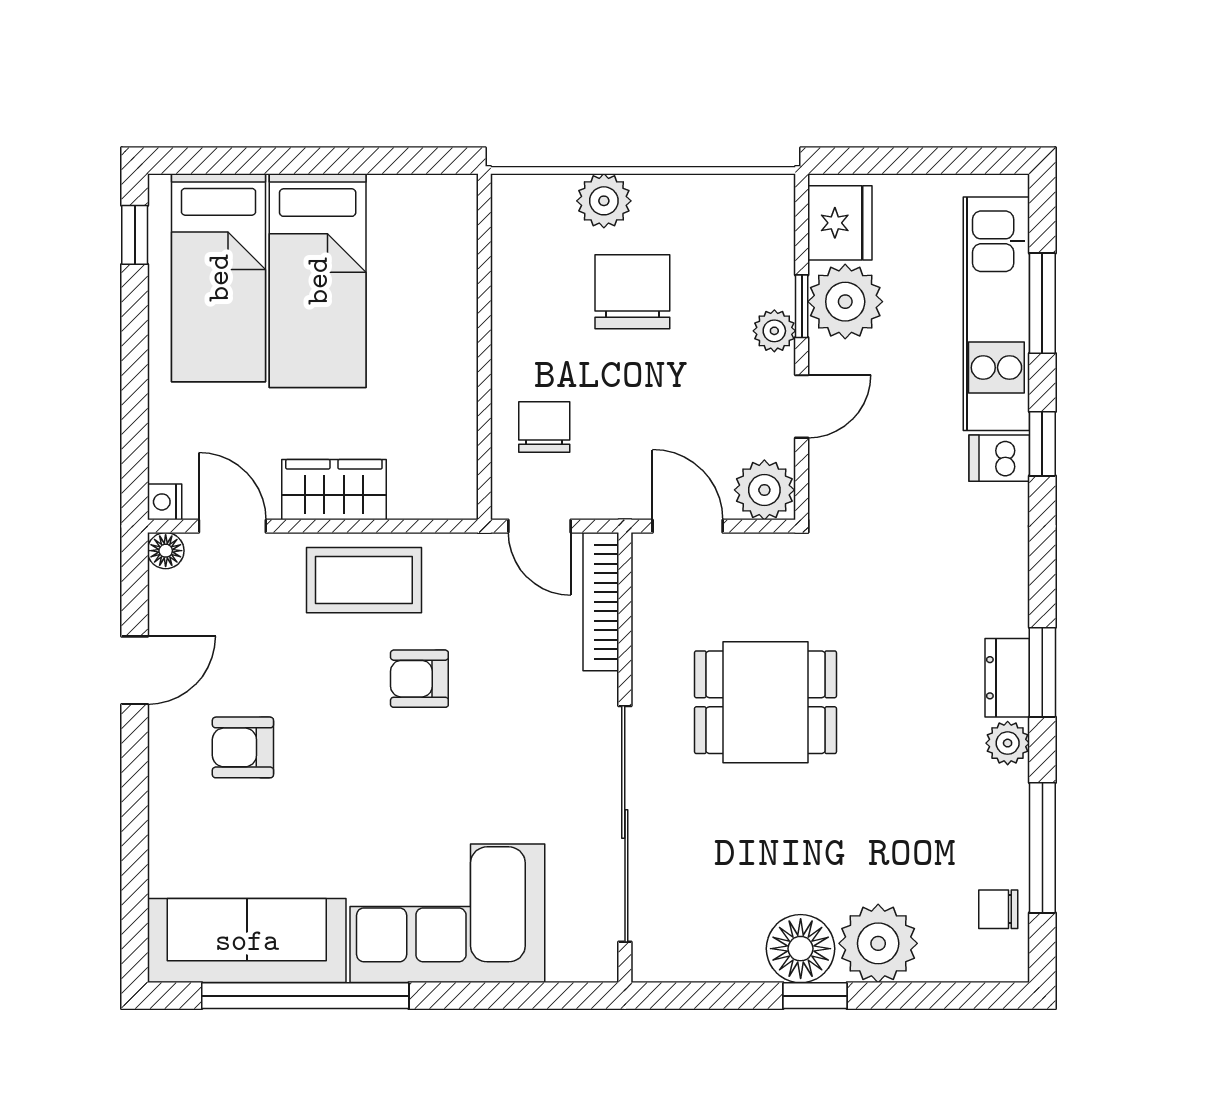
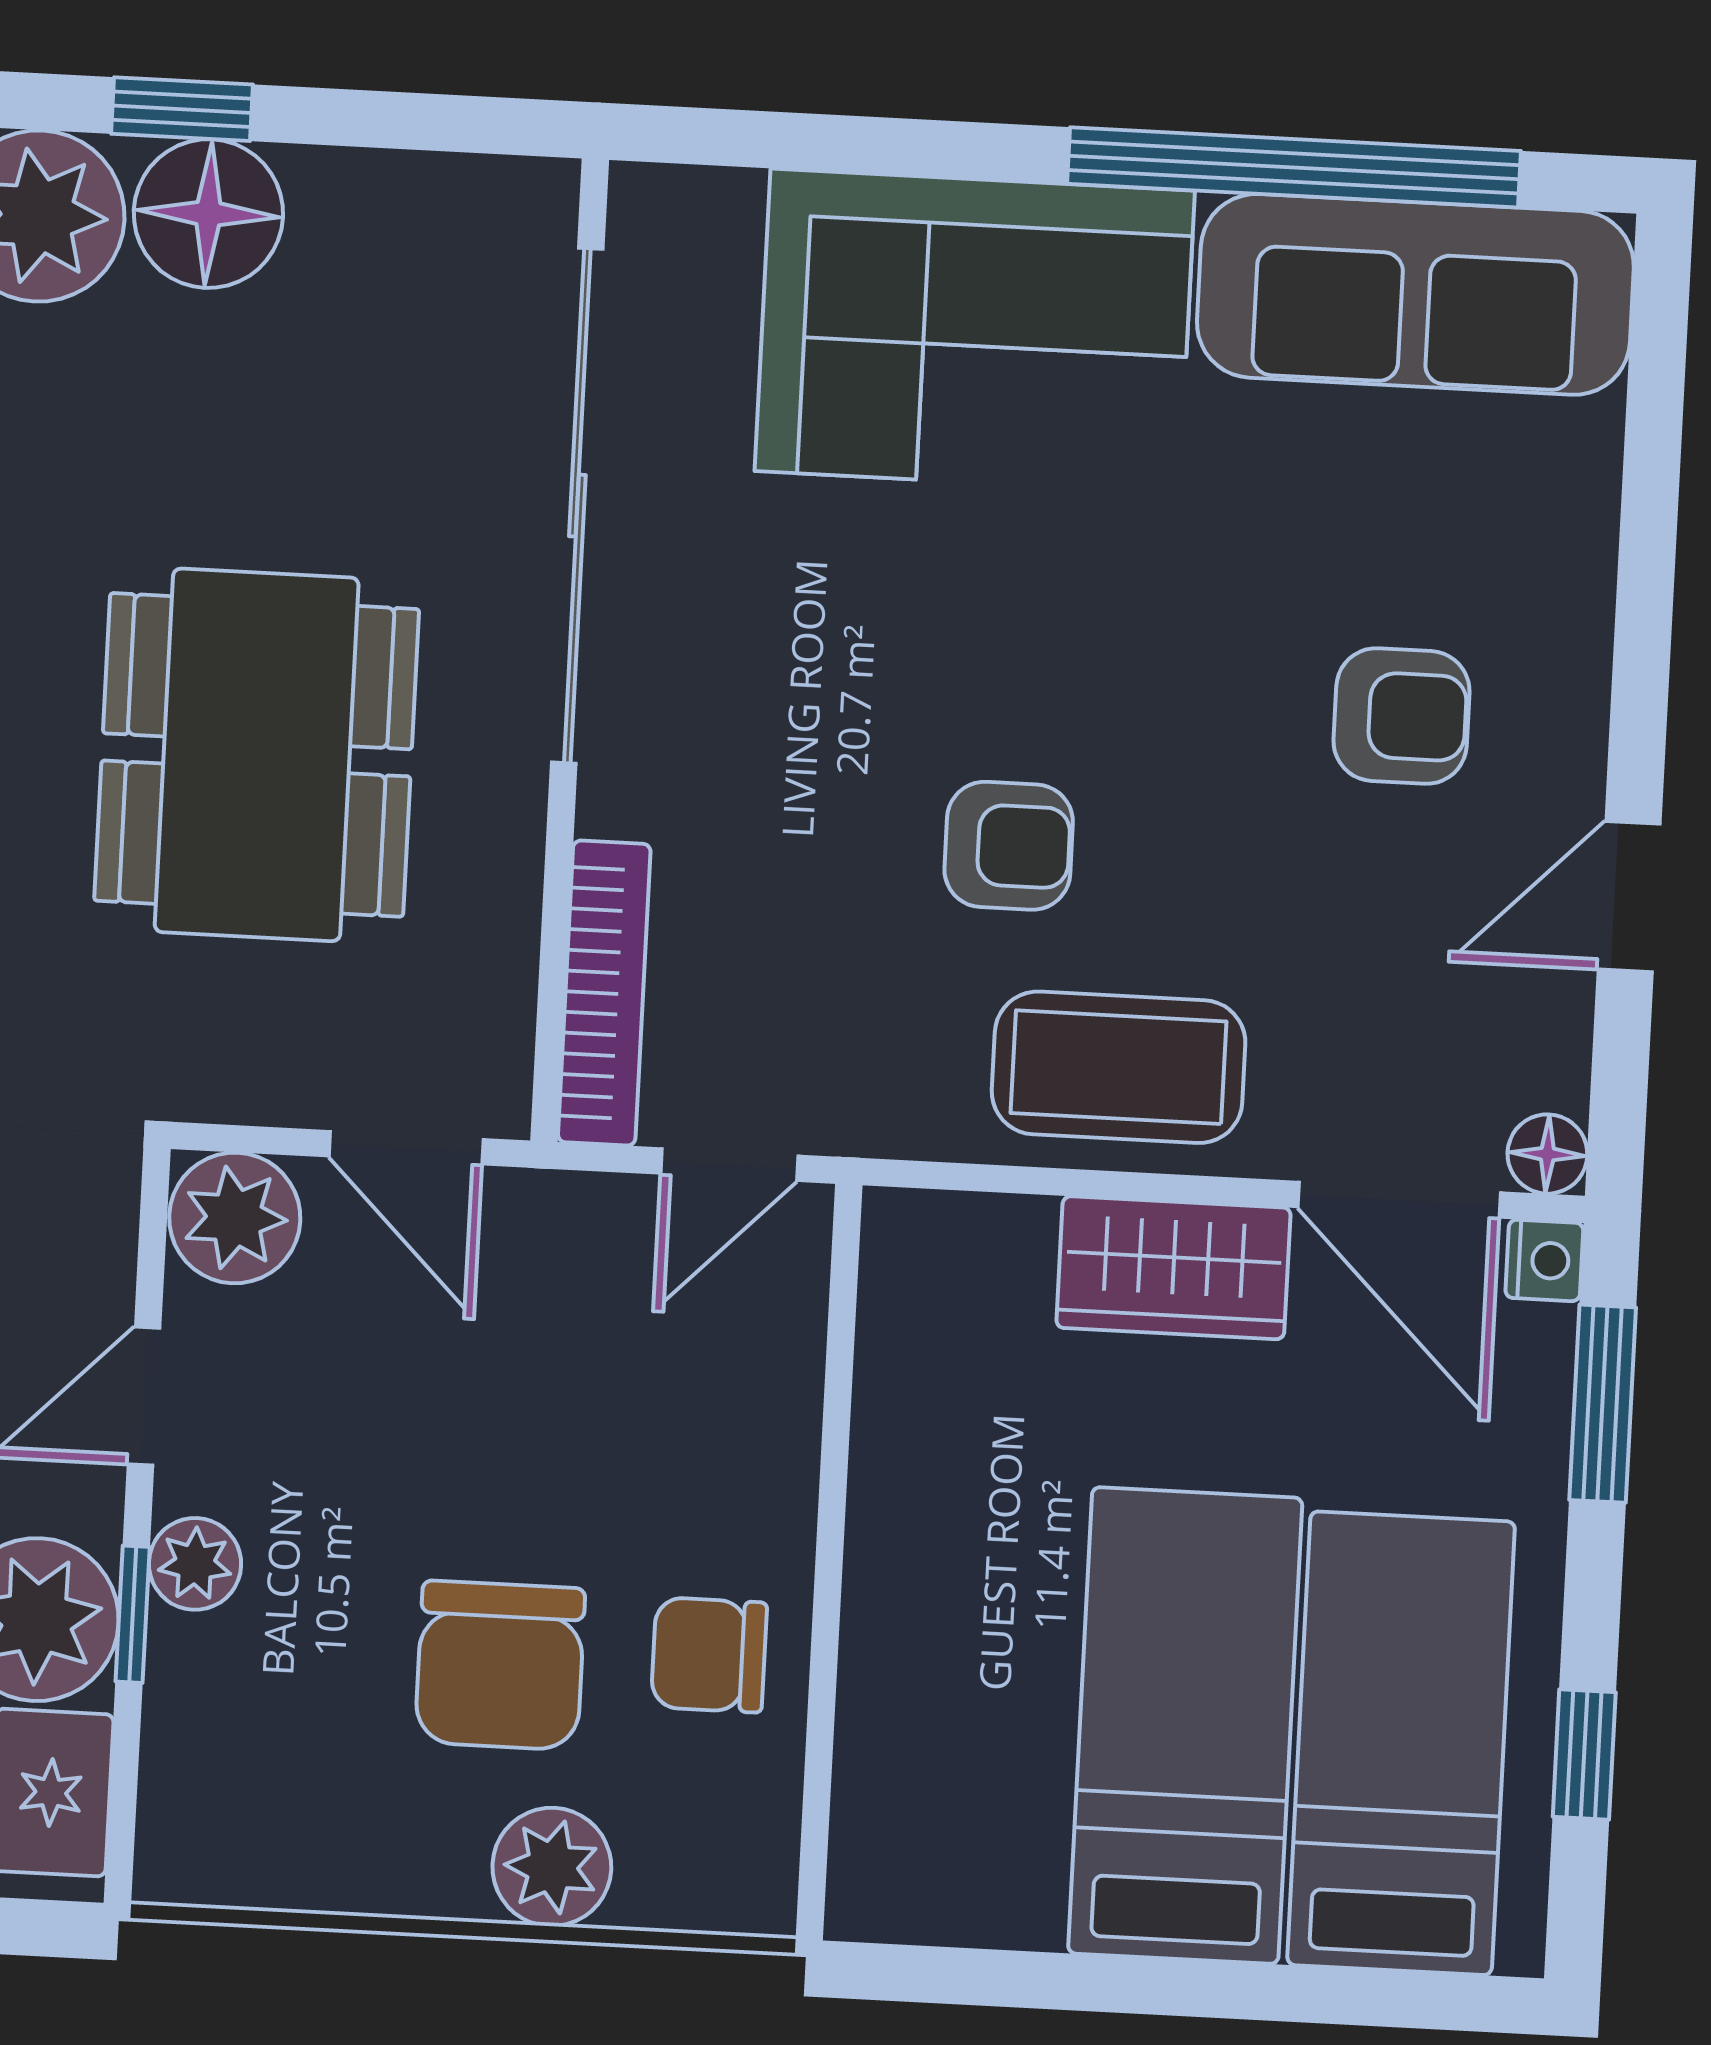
window: (135, 235) -> (1584, 1755), moved
chair: (544, 427) -> (709, 1655), moved, turned 90
window: (135, 438) -> (1603, 1404), added
door: (232, 526) -> (1399, 1200), width x1.38
door: (540, 526) -> (729, 1165), swing flipped
dining table: (765, 702) -> (257, 755), width x1.38

